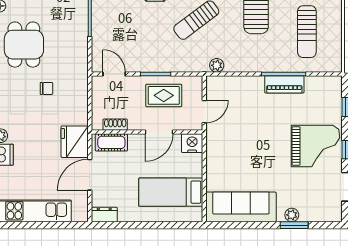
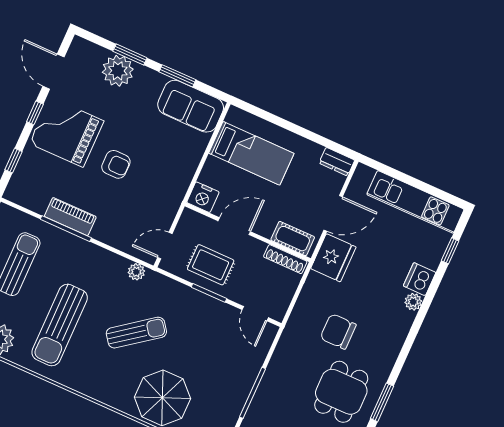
chair: (46, 88) -> (338, 331), width x1.87, depth x1.87
door: (204, 112) -> (165, 246), moved
shoe rack: (115, 125) -> (285, 259), width x1.43
armchair: (268, 139) -> (116, 164), added
sofa: (241, 207) -> (191, 106), width x0.73
plant: (292, 215) -> (118, 71), width x1.88, depth x1.88
window: (252, 225) -> (177, 76), added

